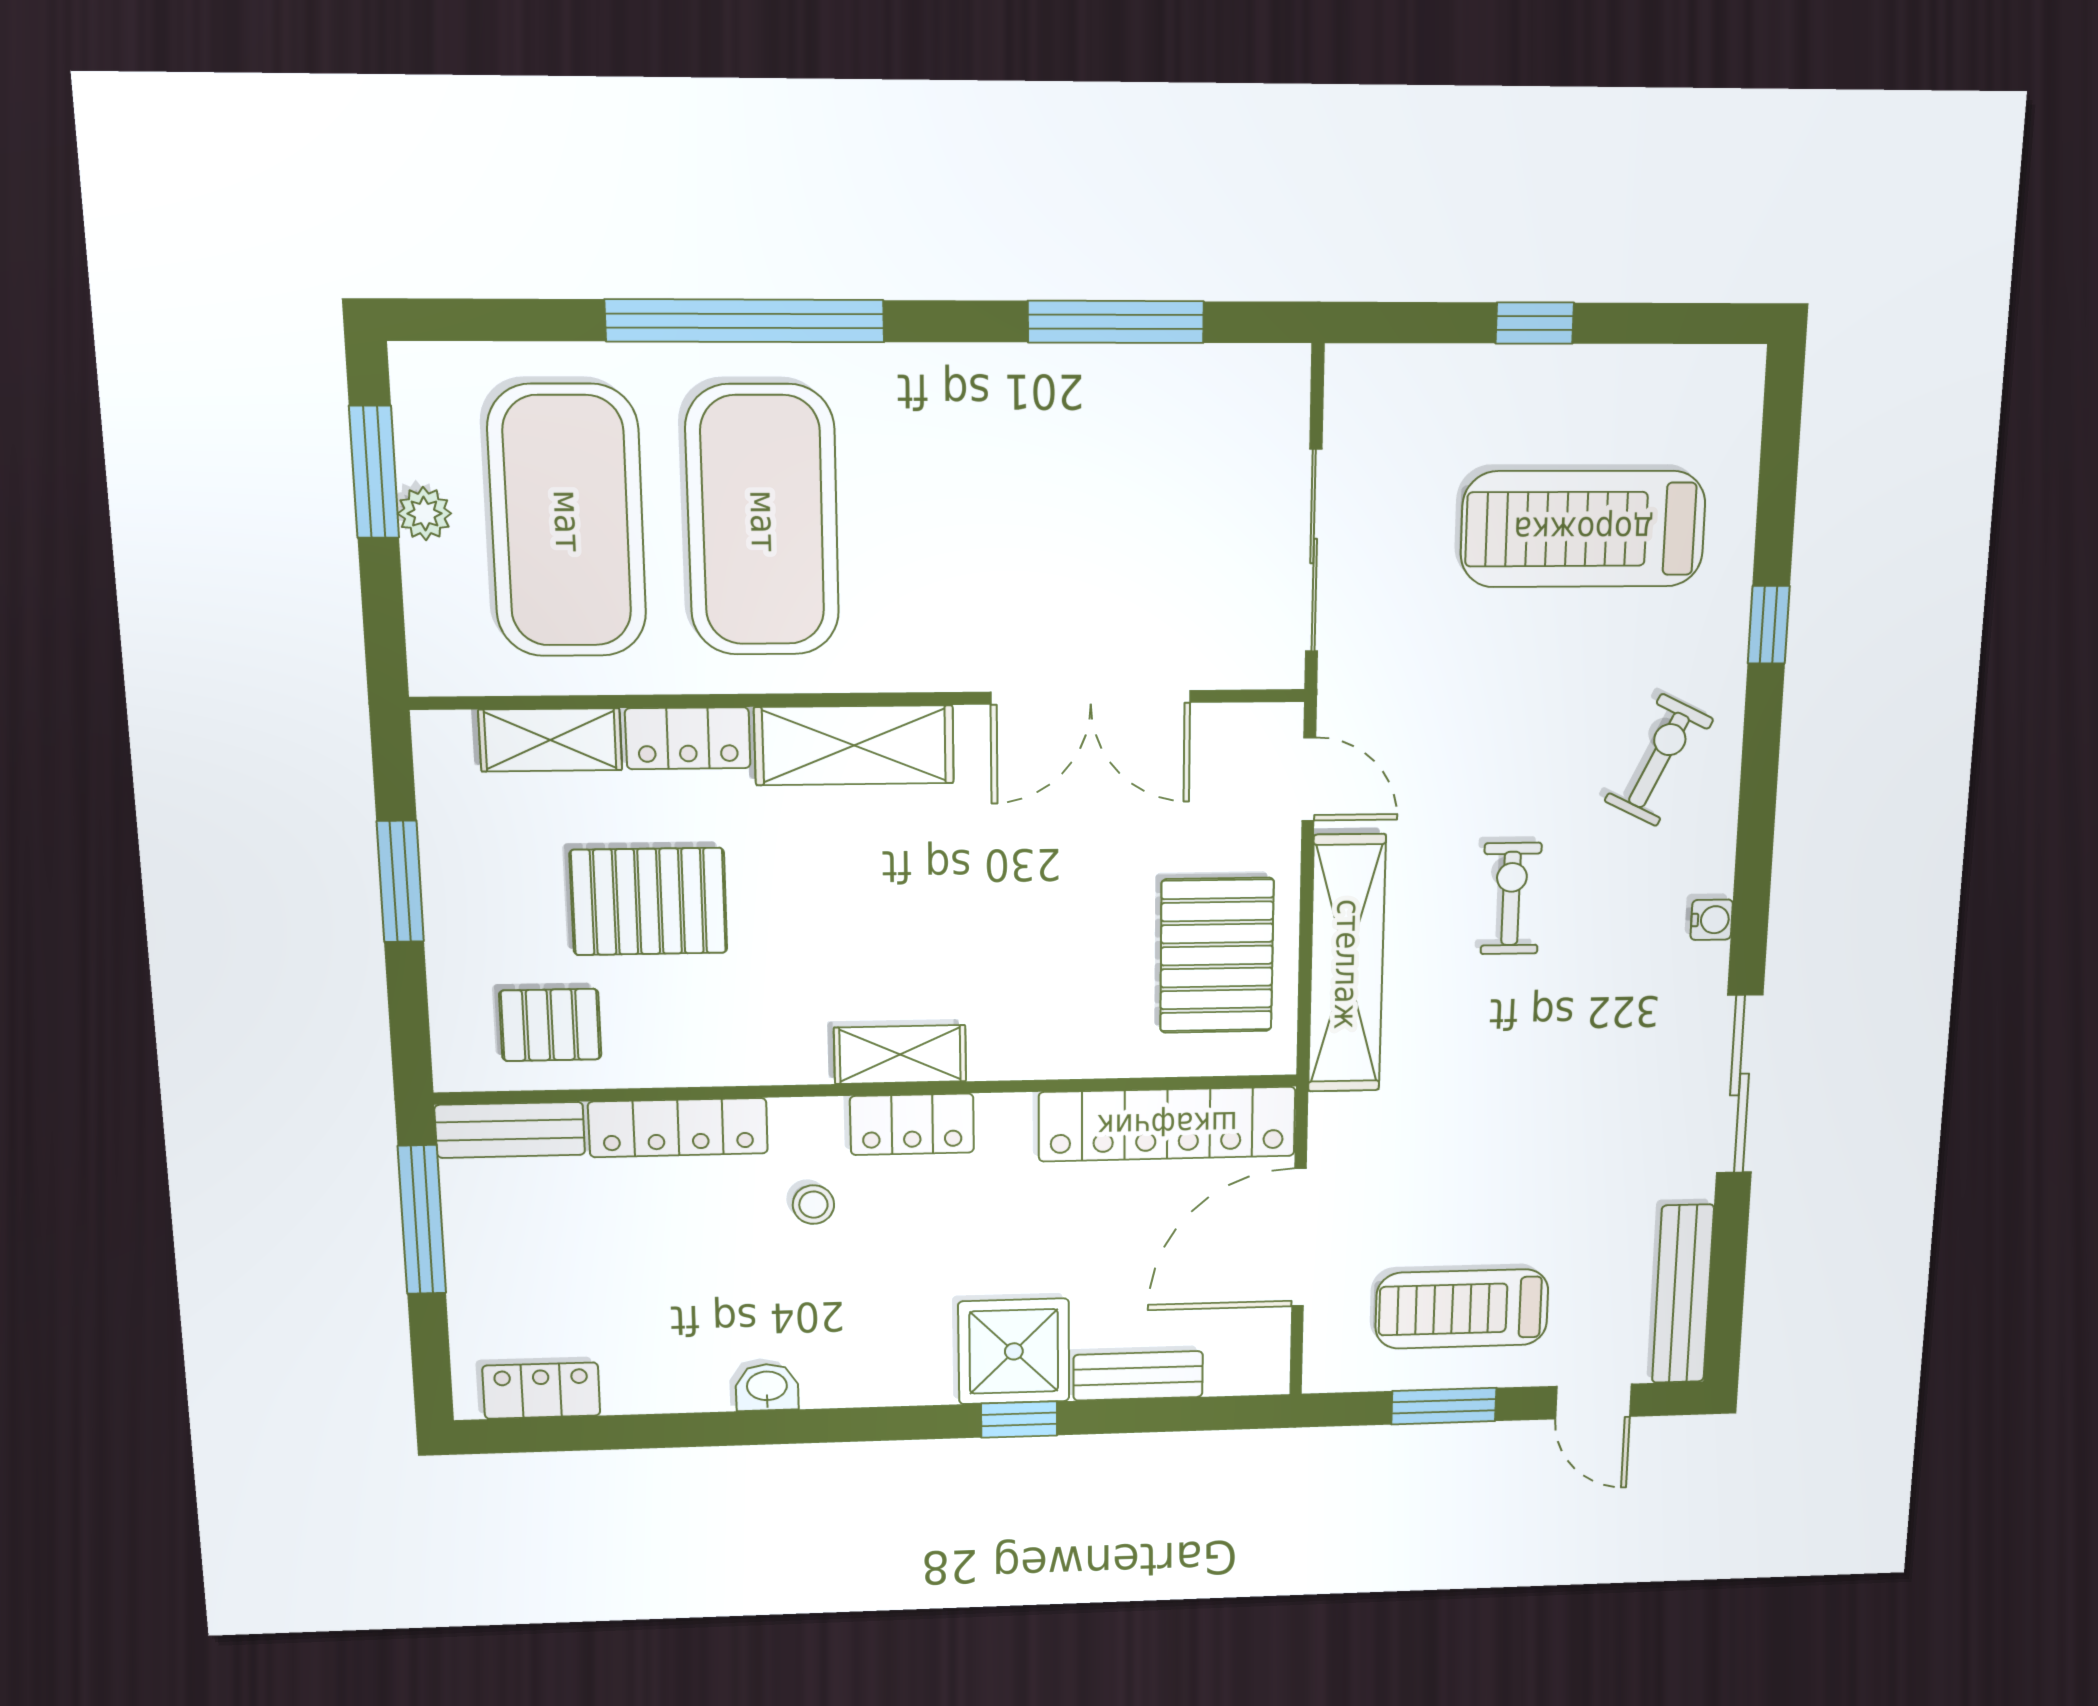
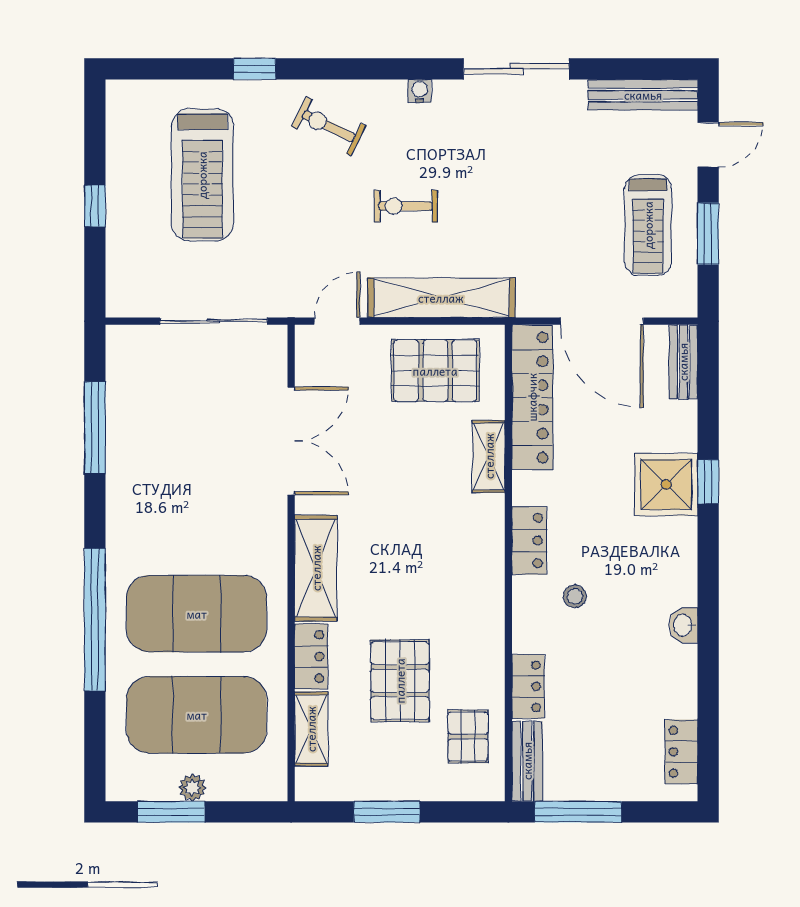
shelving: (900, 1055) -> (489, 456), moved
locker: (678, 1128) -> (528, 686), width x0.66
bench: (1138, 1376) -> (683, 362), moved

